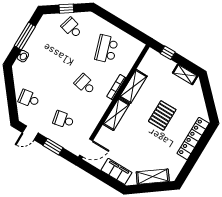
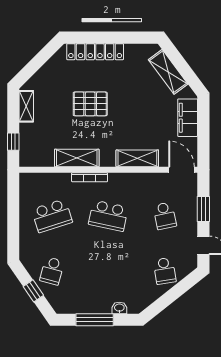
school desk: (85, 84) -> (108, 216), width x1.85
shelving: (116, 114) -> (137, 158), moved

